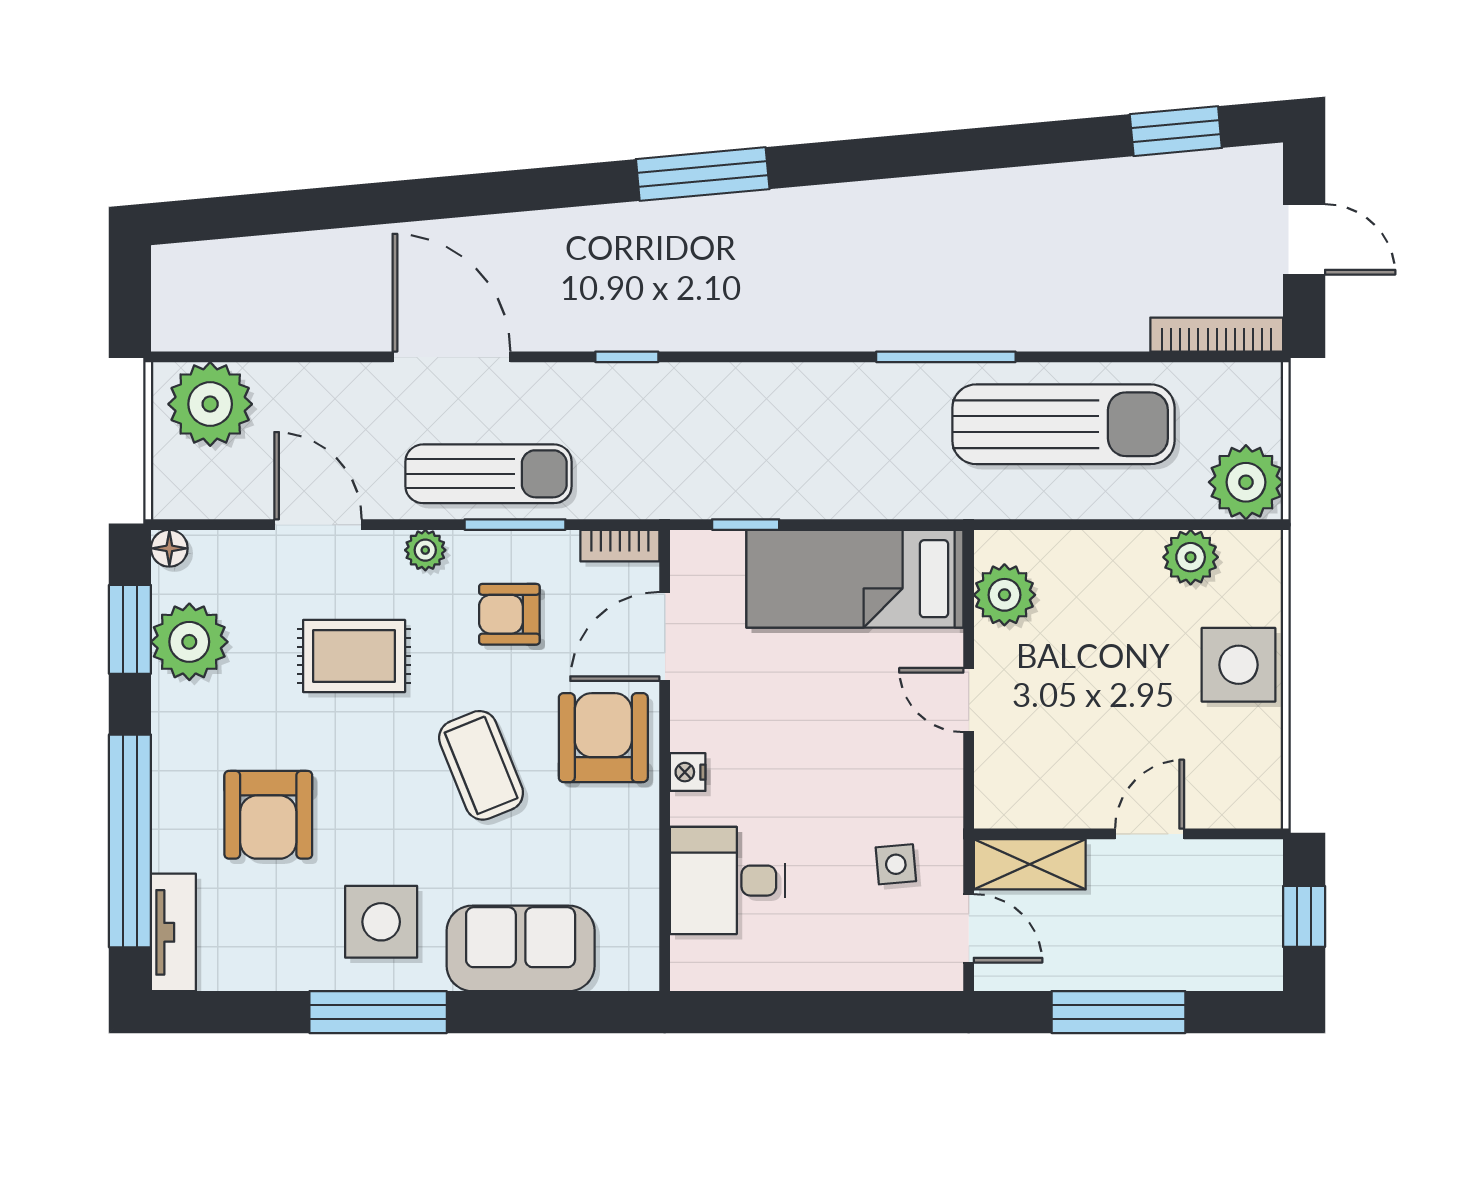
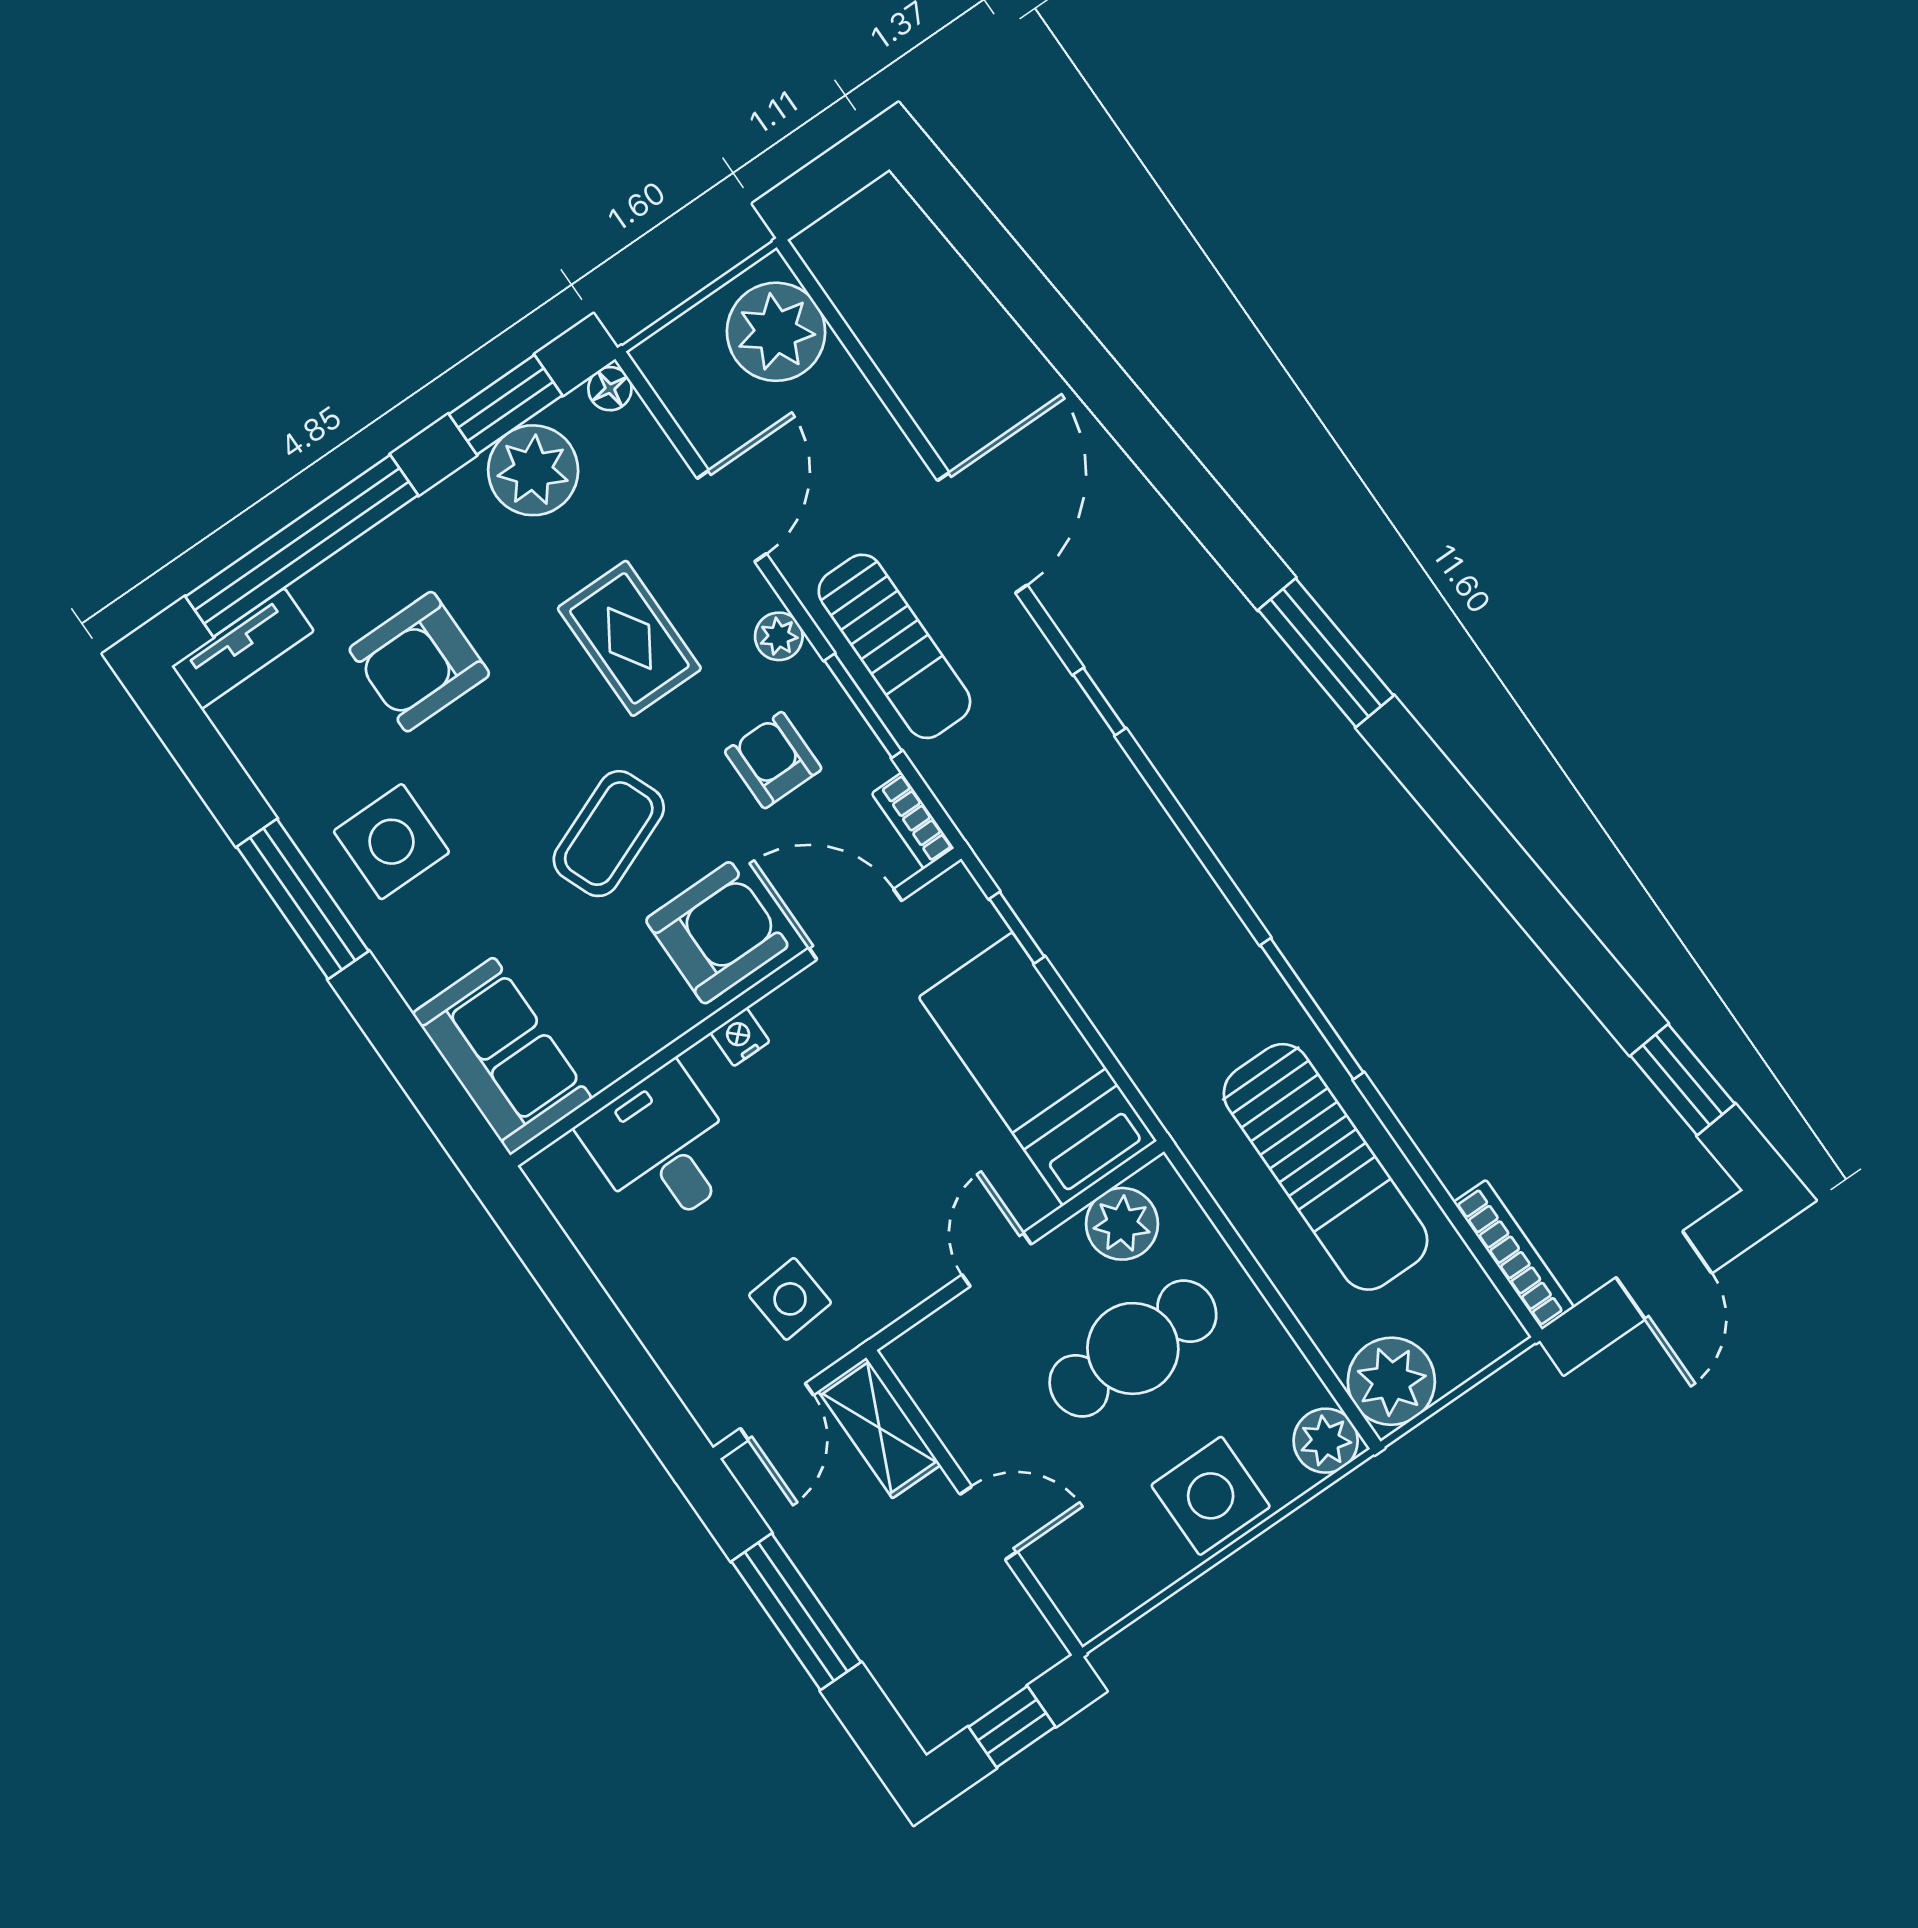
plant: (1191, 557) -> (1326, 1441), moved
cafe table: (1097, 648) -> (1133, 1348), added
side table: (896, 864) -> (790, 1299), width x1.37, depth x1.37
sofa: (521, 948) -> (502, 1056), moved

